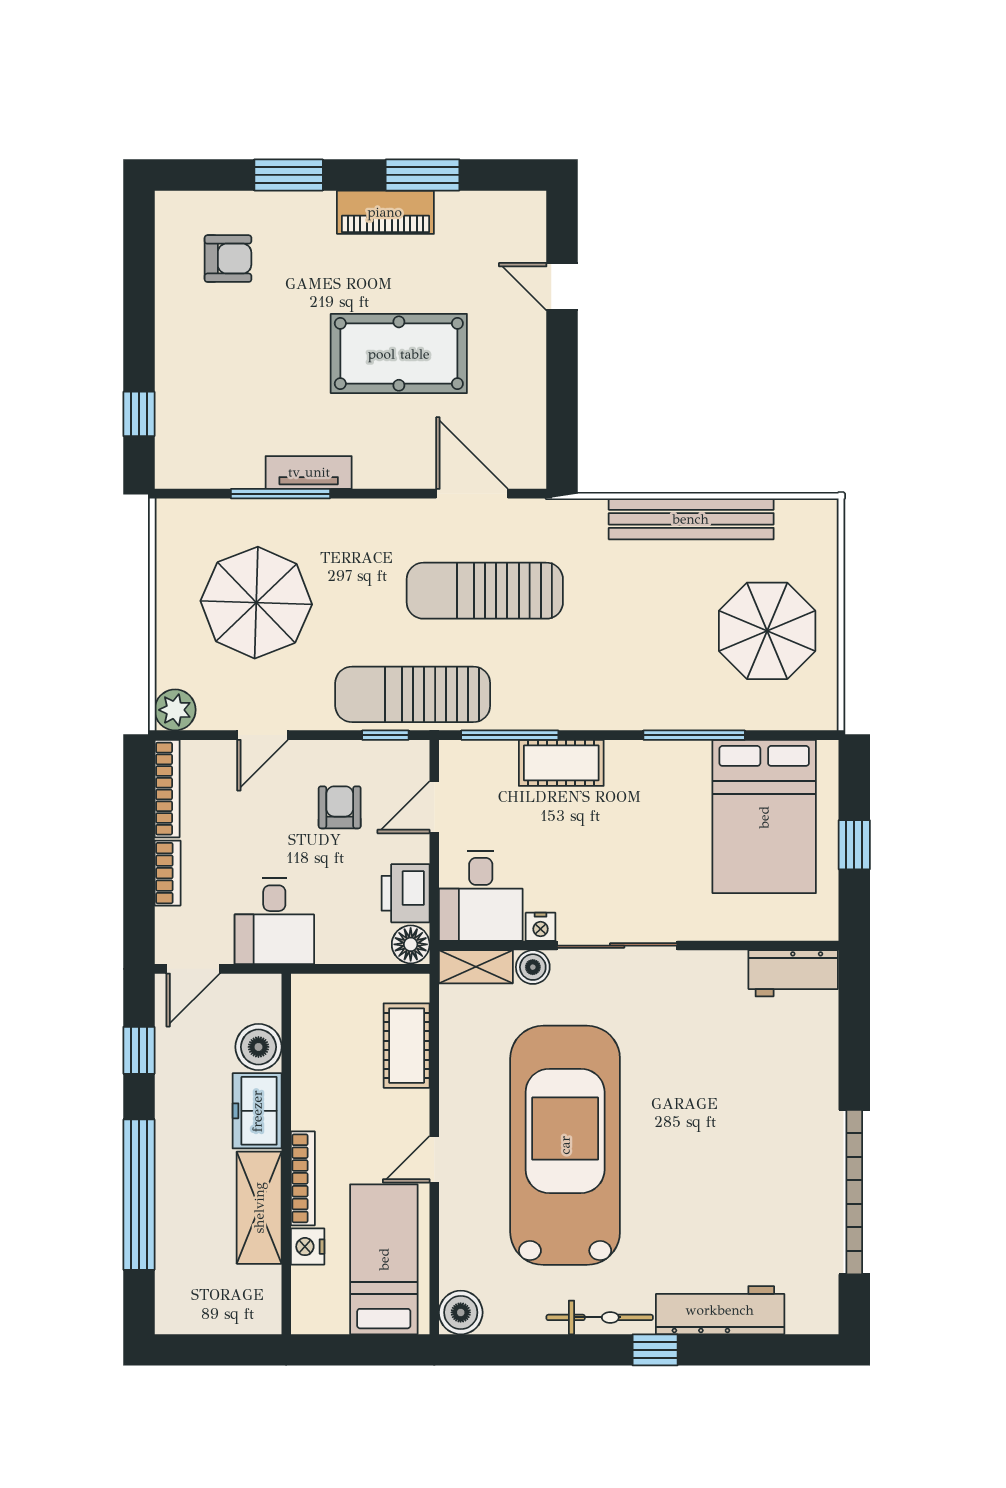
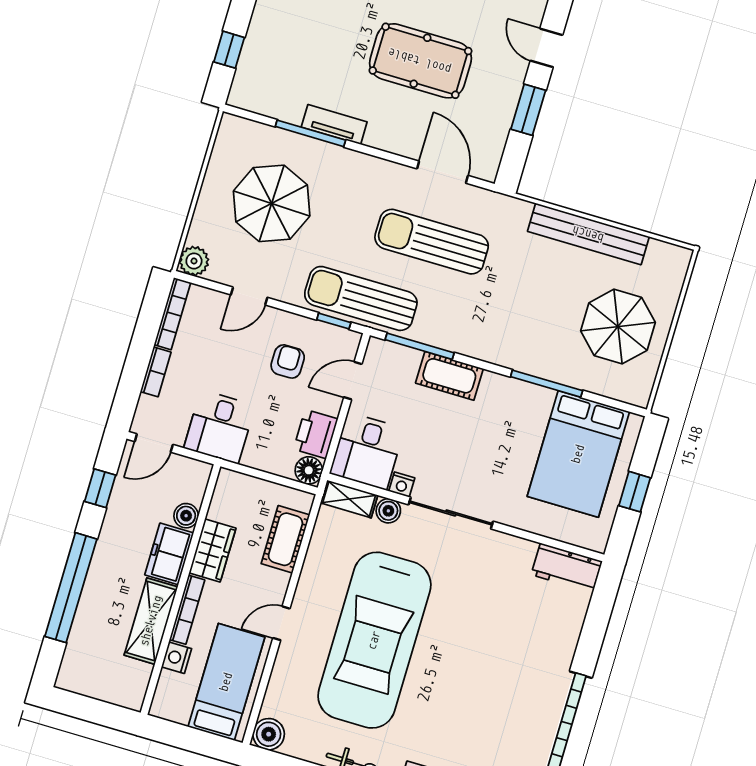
window: (562, 376) -> (528, 110), added
boiler: (258, 1047) -> (186, 516), width x0.73, depth x0.73
wardrobe: (314, 1089) -> (212, 551), added
car: (565, 1145) -> (374, 640), turned 180

